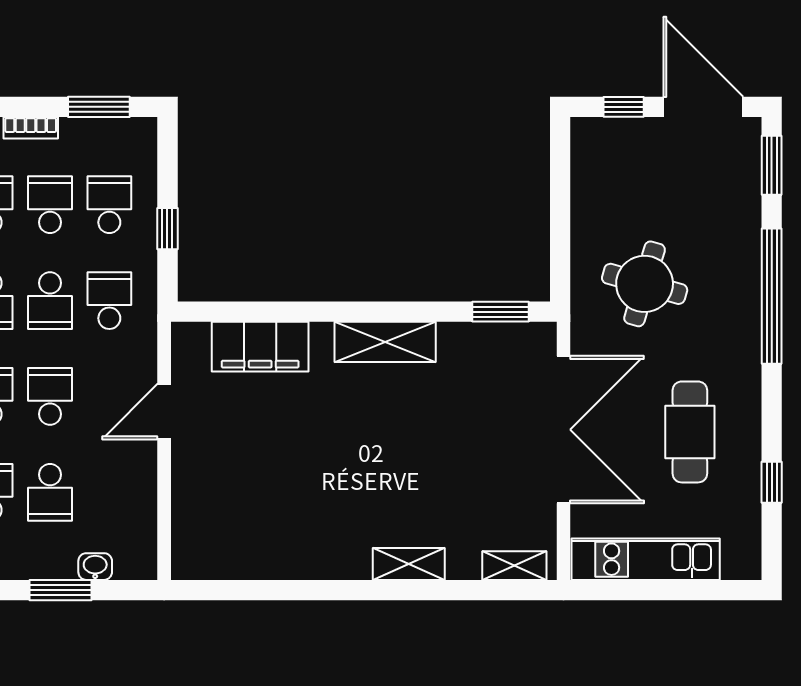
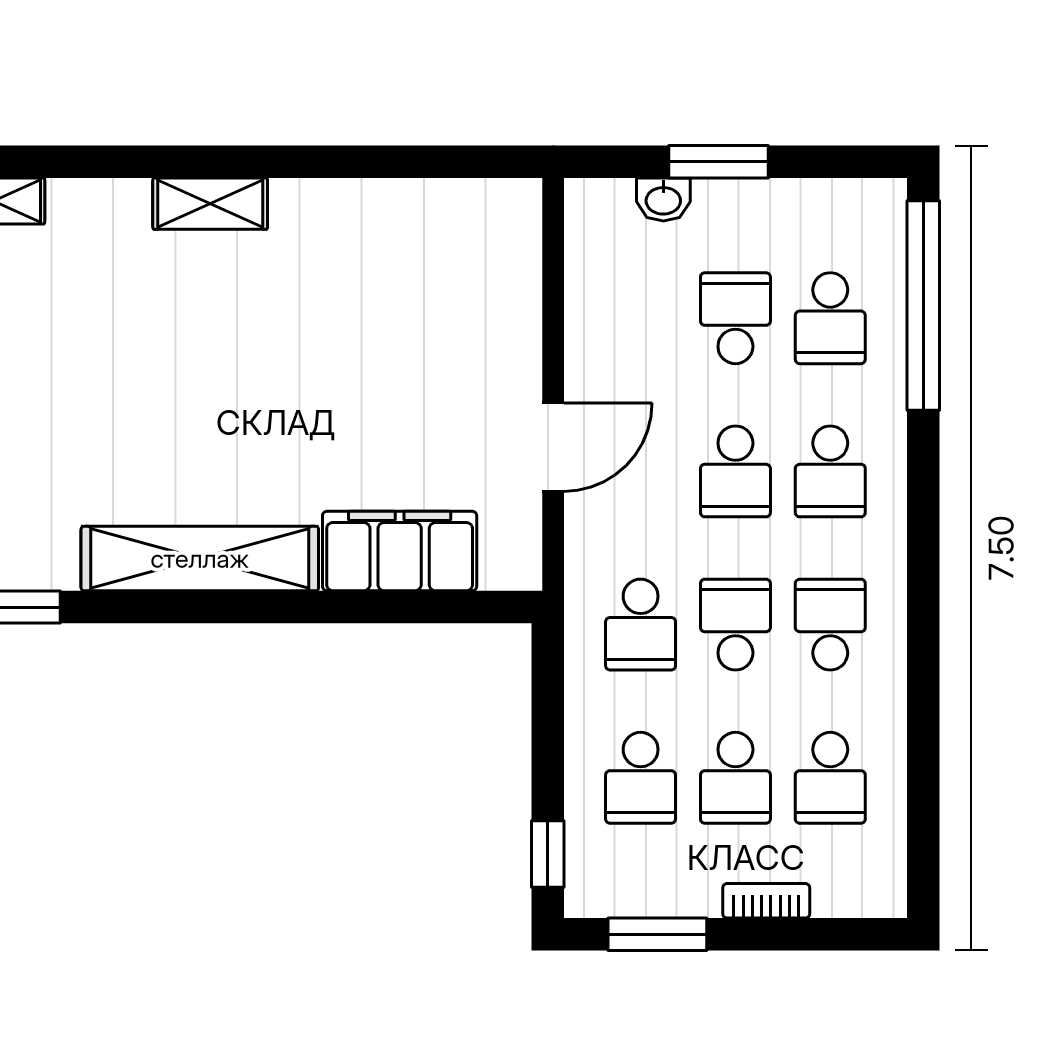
window: (167, 229) -> (548, 854), moved
shelving: (385, 342) -> (200, 559), width x1.47
shelving: (409, 564) -> (210, 204), moved

